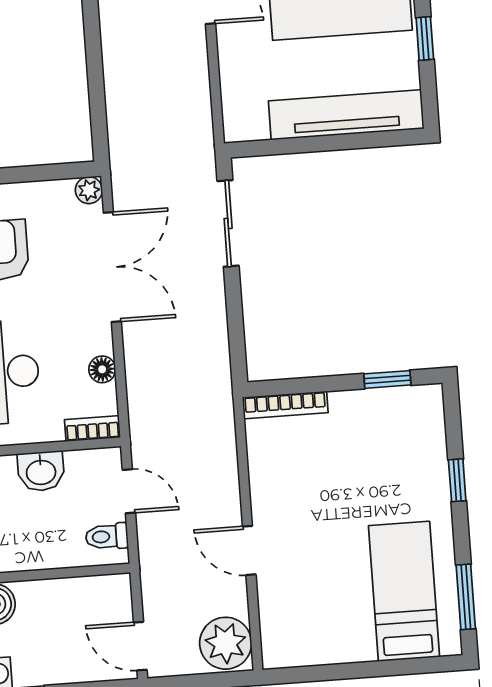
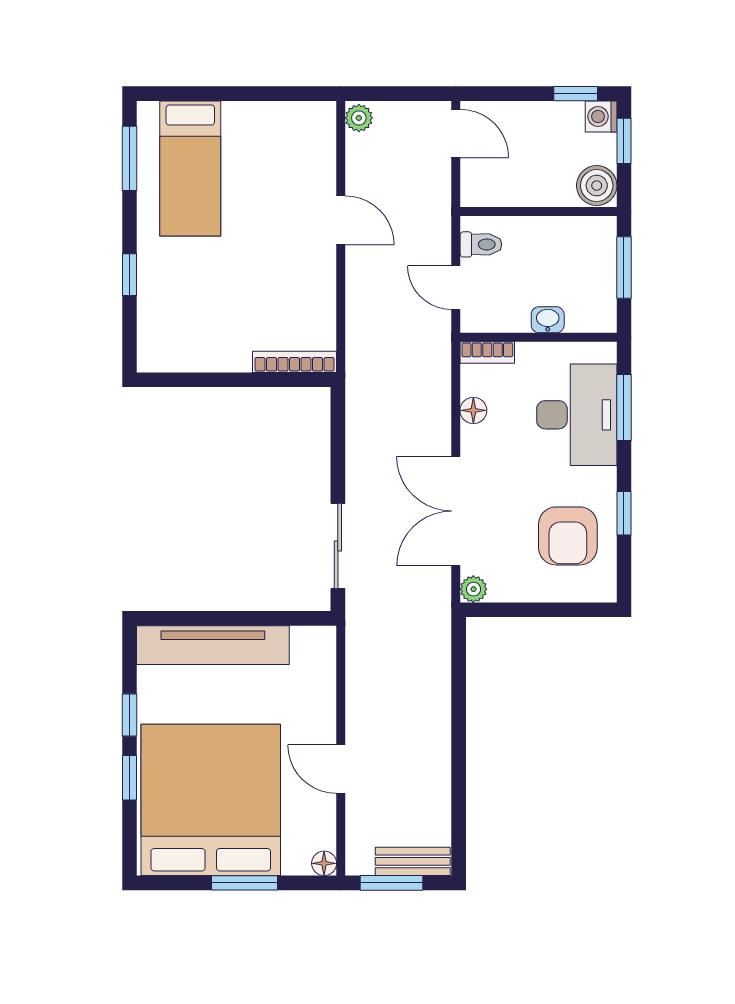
window: (387, 379) -> (191, 380), removed
washbasin: (41, 471) -> (548, 320), width x0.72, depth x0.69
plant: (226, 643) -> (359, 118), width x0.53, depth x0.53

